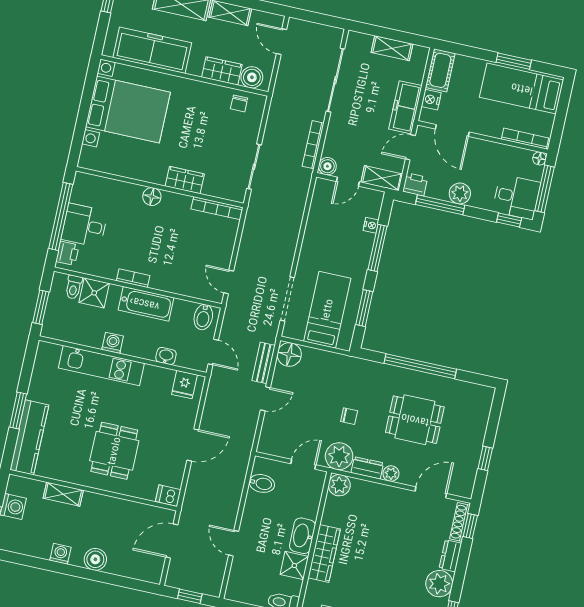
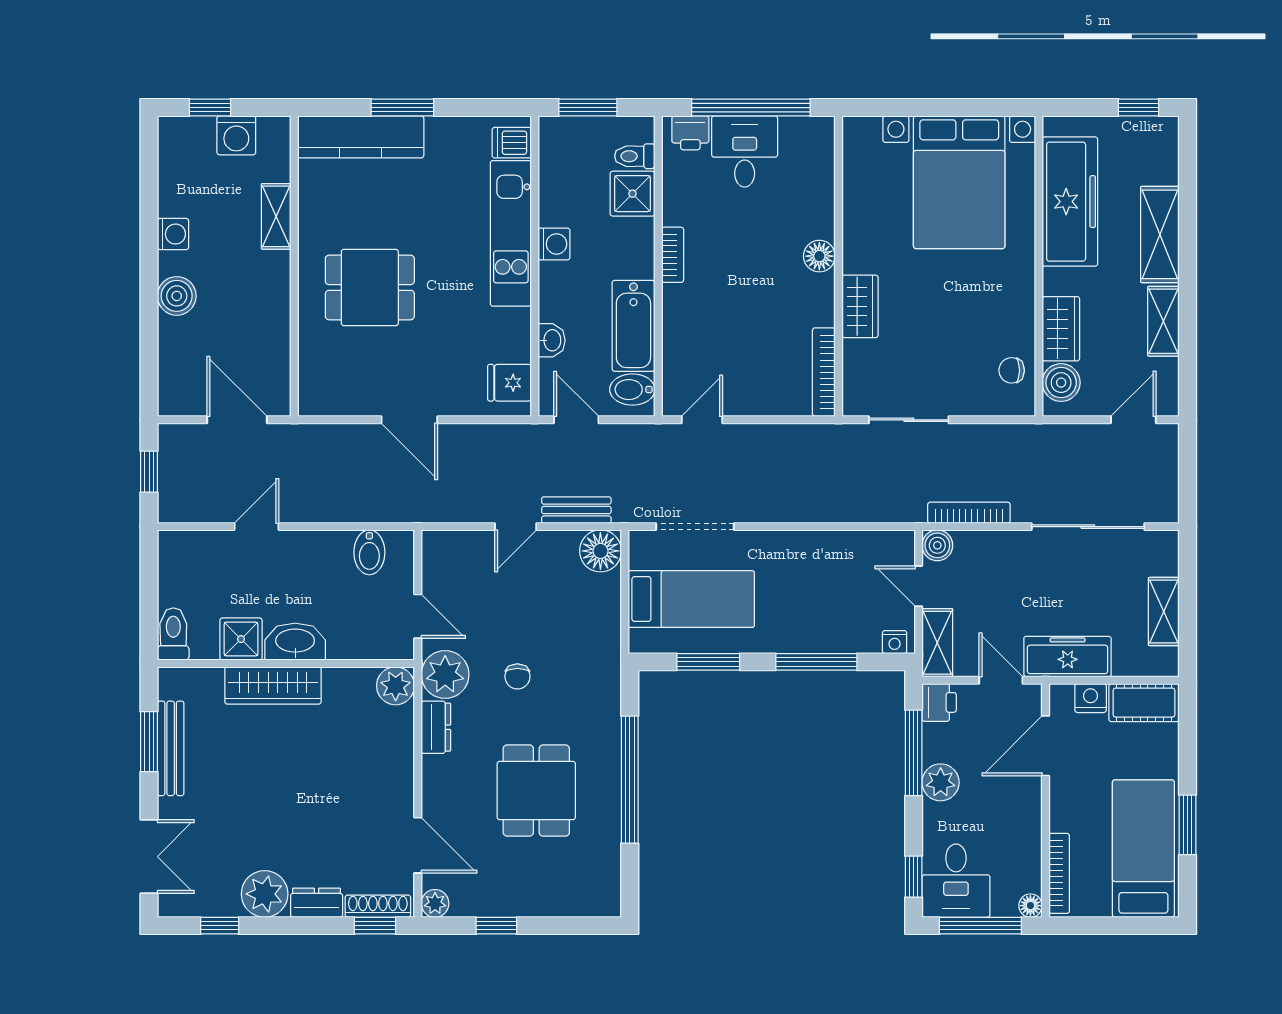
nightstand: (371, 225) -> (895, 642), moved
bathtub: (146, 304) -> (633, 326), moved
door: (213, 352) -> (576, 420), swing flipped
door: (265, 399) -> (516, 527), hinge flipped
plant: (391, 474) -> (435, 903), moved
dishwasher: (168, 496) -> (512, 143), moved, turned -90

